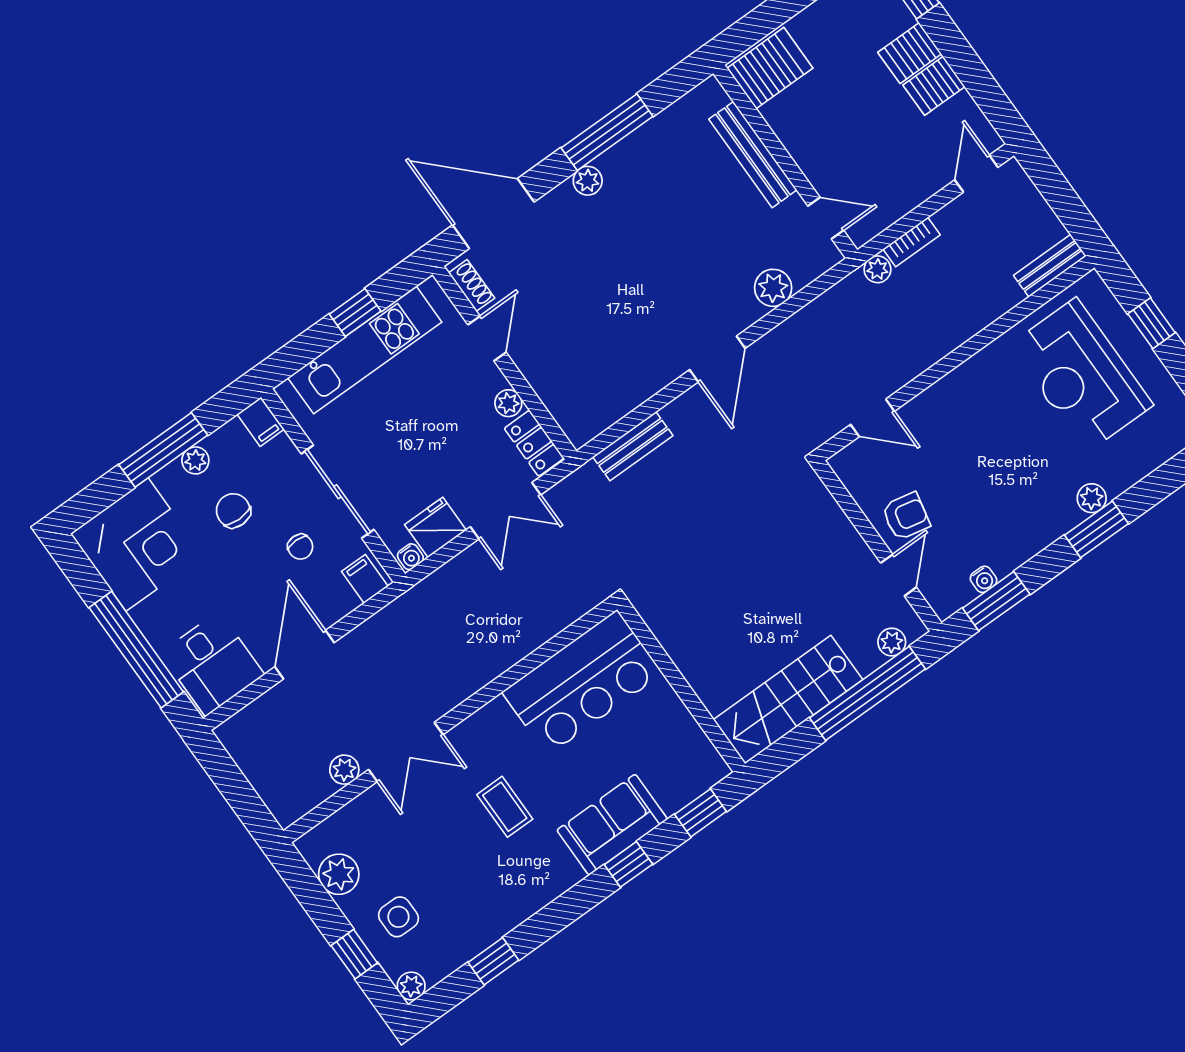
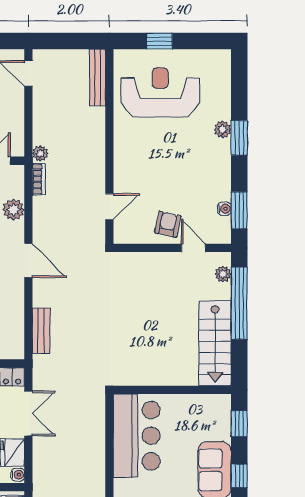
bookcase: (912, 242) -> (39, 179), moved
bench: (1050, 266) -> (97, 77), width x1.36
reception desk: (1081, 375) -> (160, 92), turned 180

